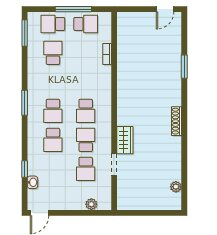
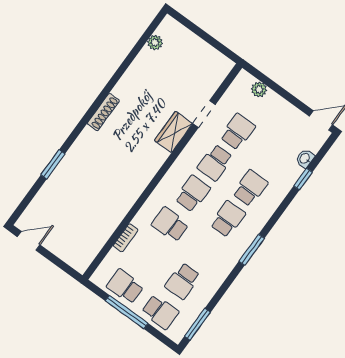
school desk: (86, 82) -> (170, 225), added

